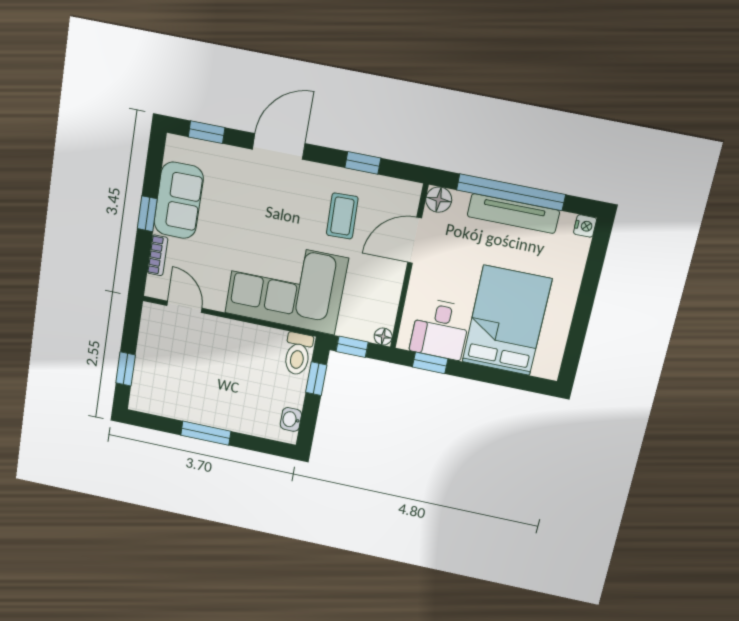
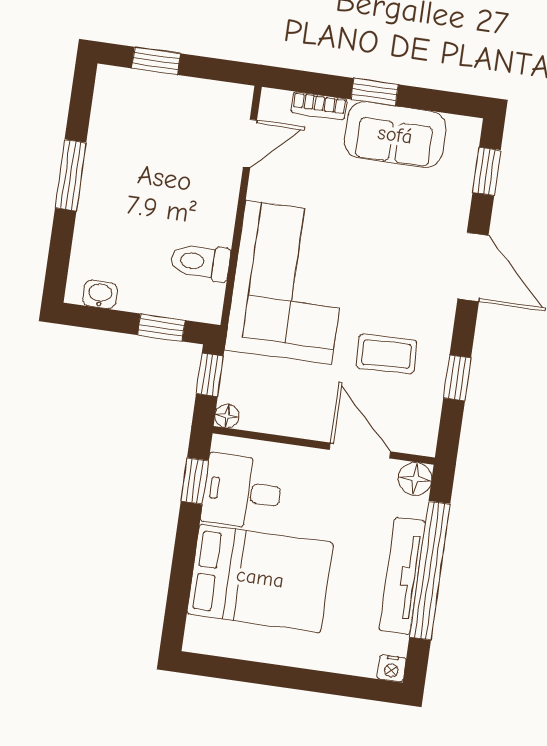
toilet: (298, 354) -> (200, 262), moved

